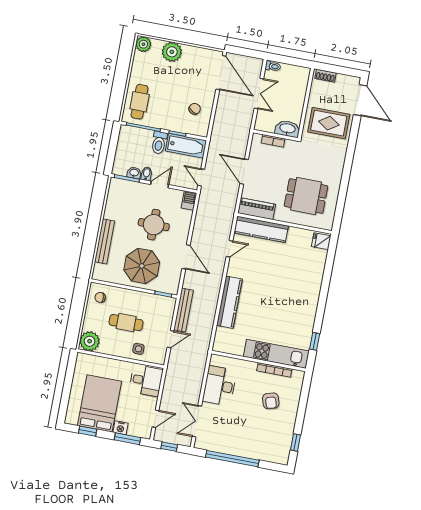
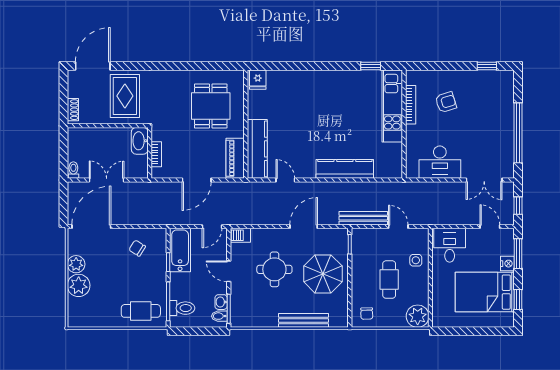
plant: (143, 44) -> (76, 264), moved
toilet: (159, 143) -> (182, 308), moved
bidet: (147, 174) -> (219, 316), moved

